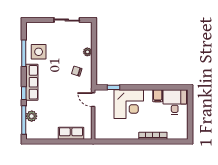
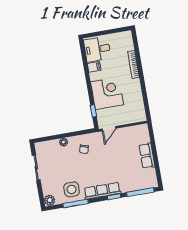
plant: (32, 116) -> (50, 200), moved
row of seats: (71, 133) -> (147, 156), moved

